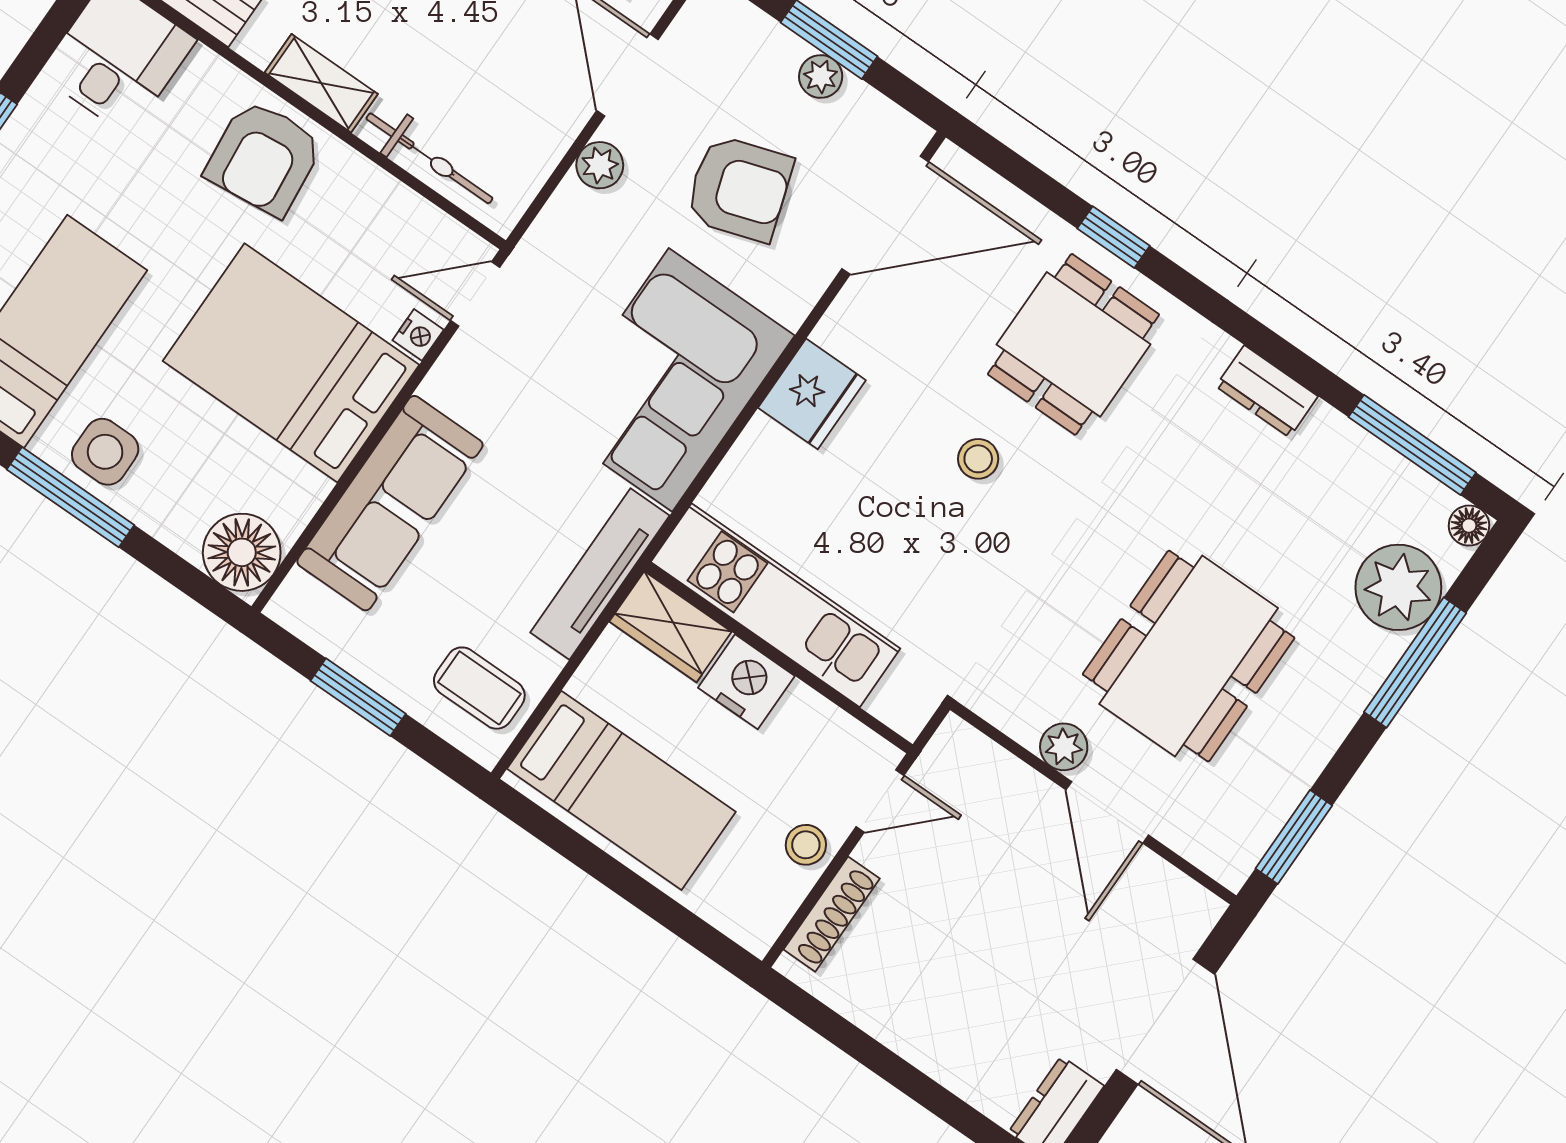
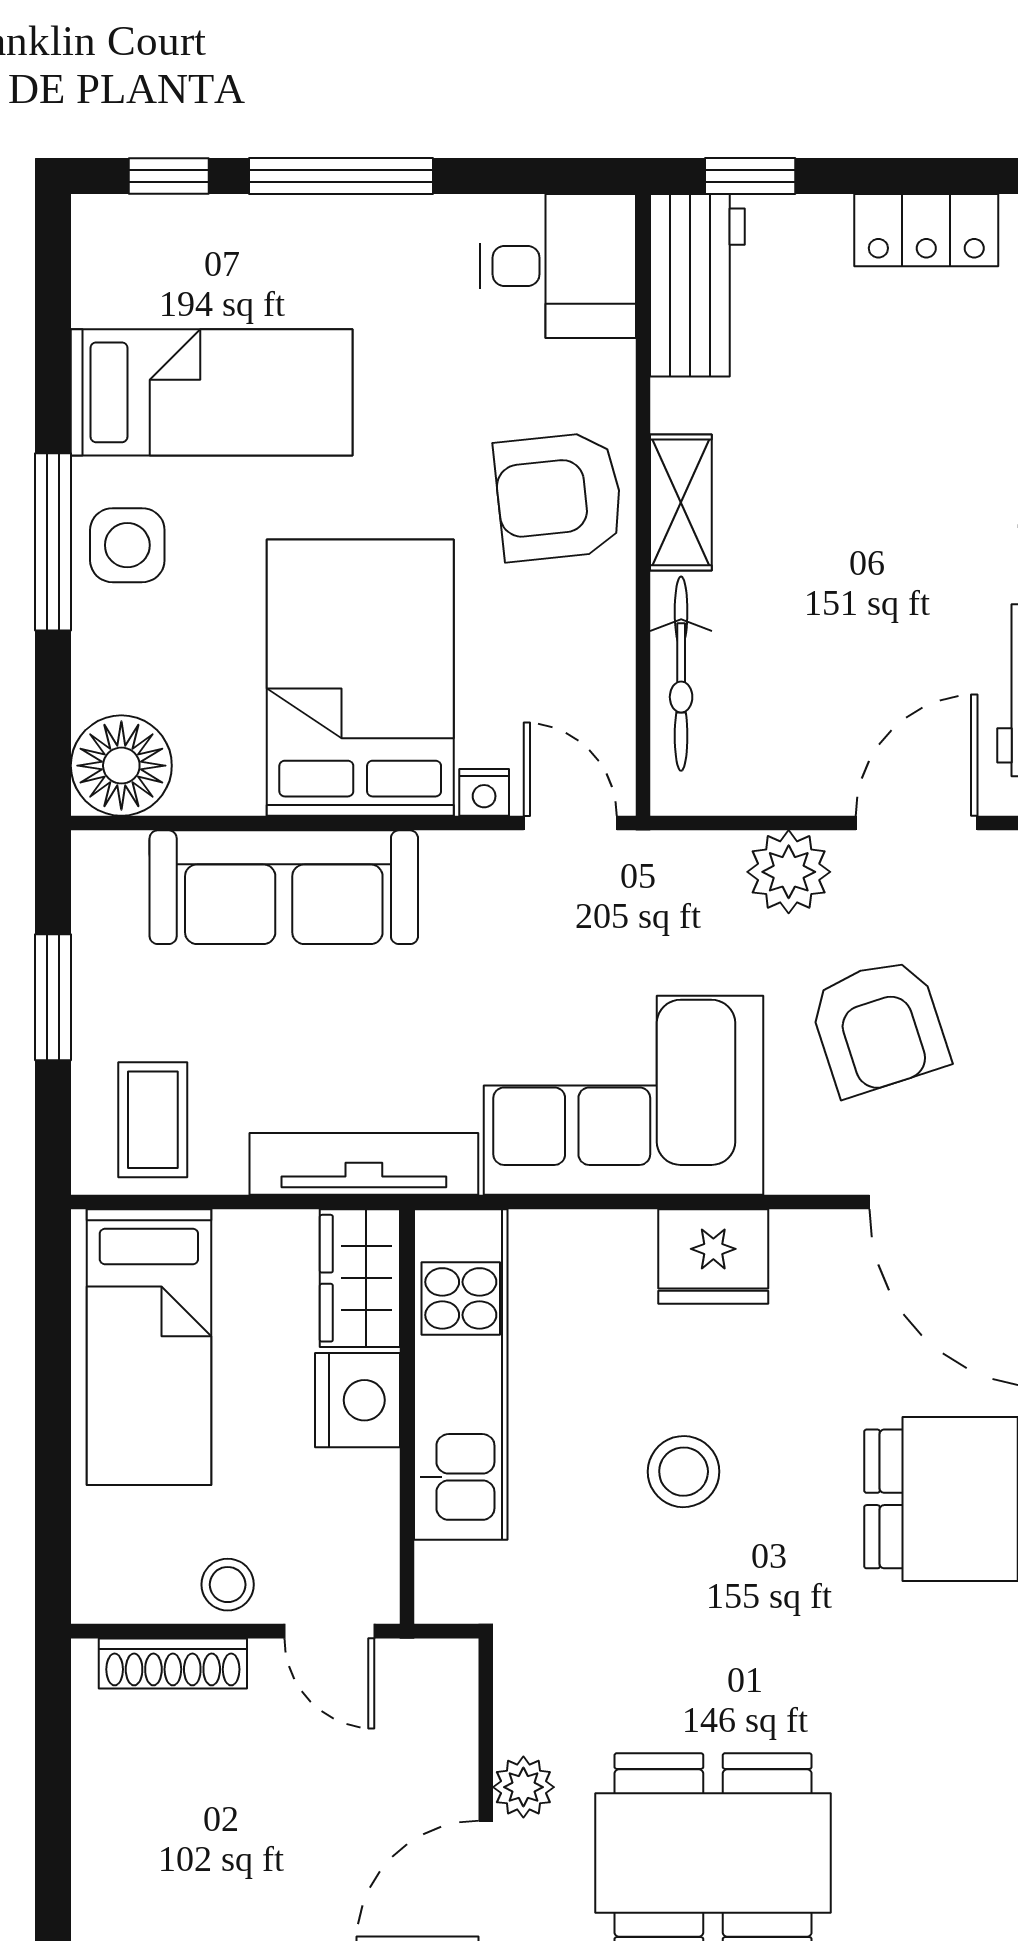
plant: (600, 165) -> (789, 872), width x1.38, depth x1.38
stool: (978, 459) -> (684, 1472), moved, width x1.37, depth x1.37

